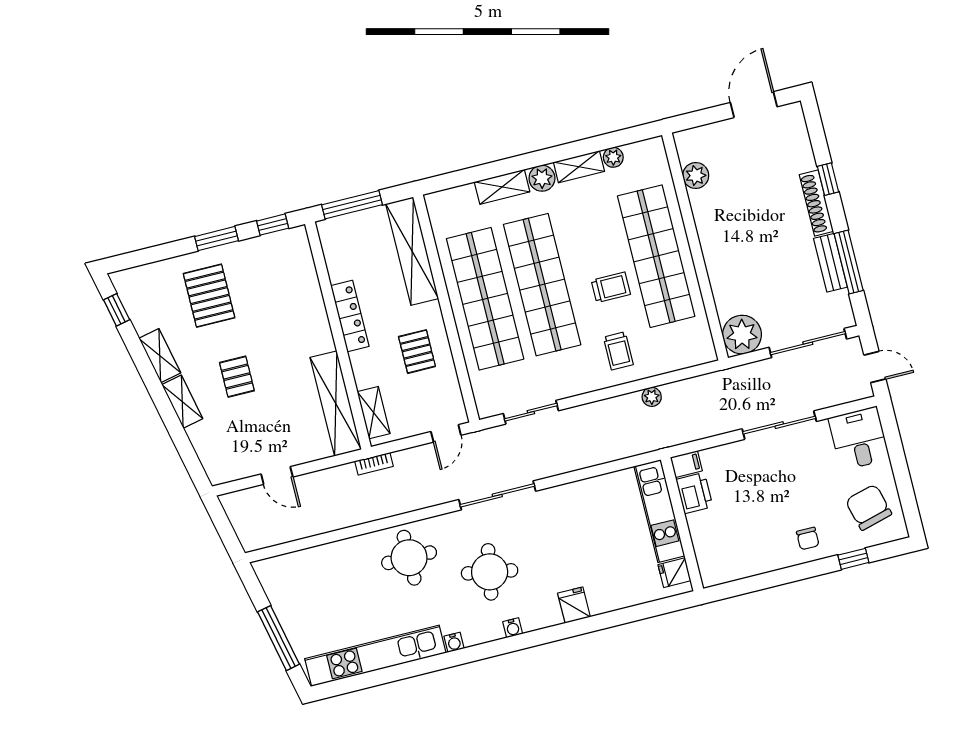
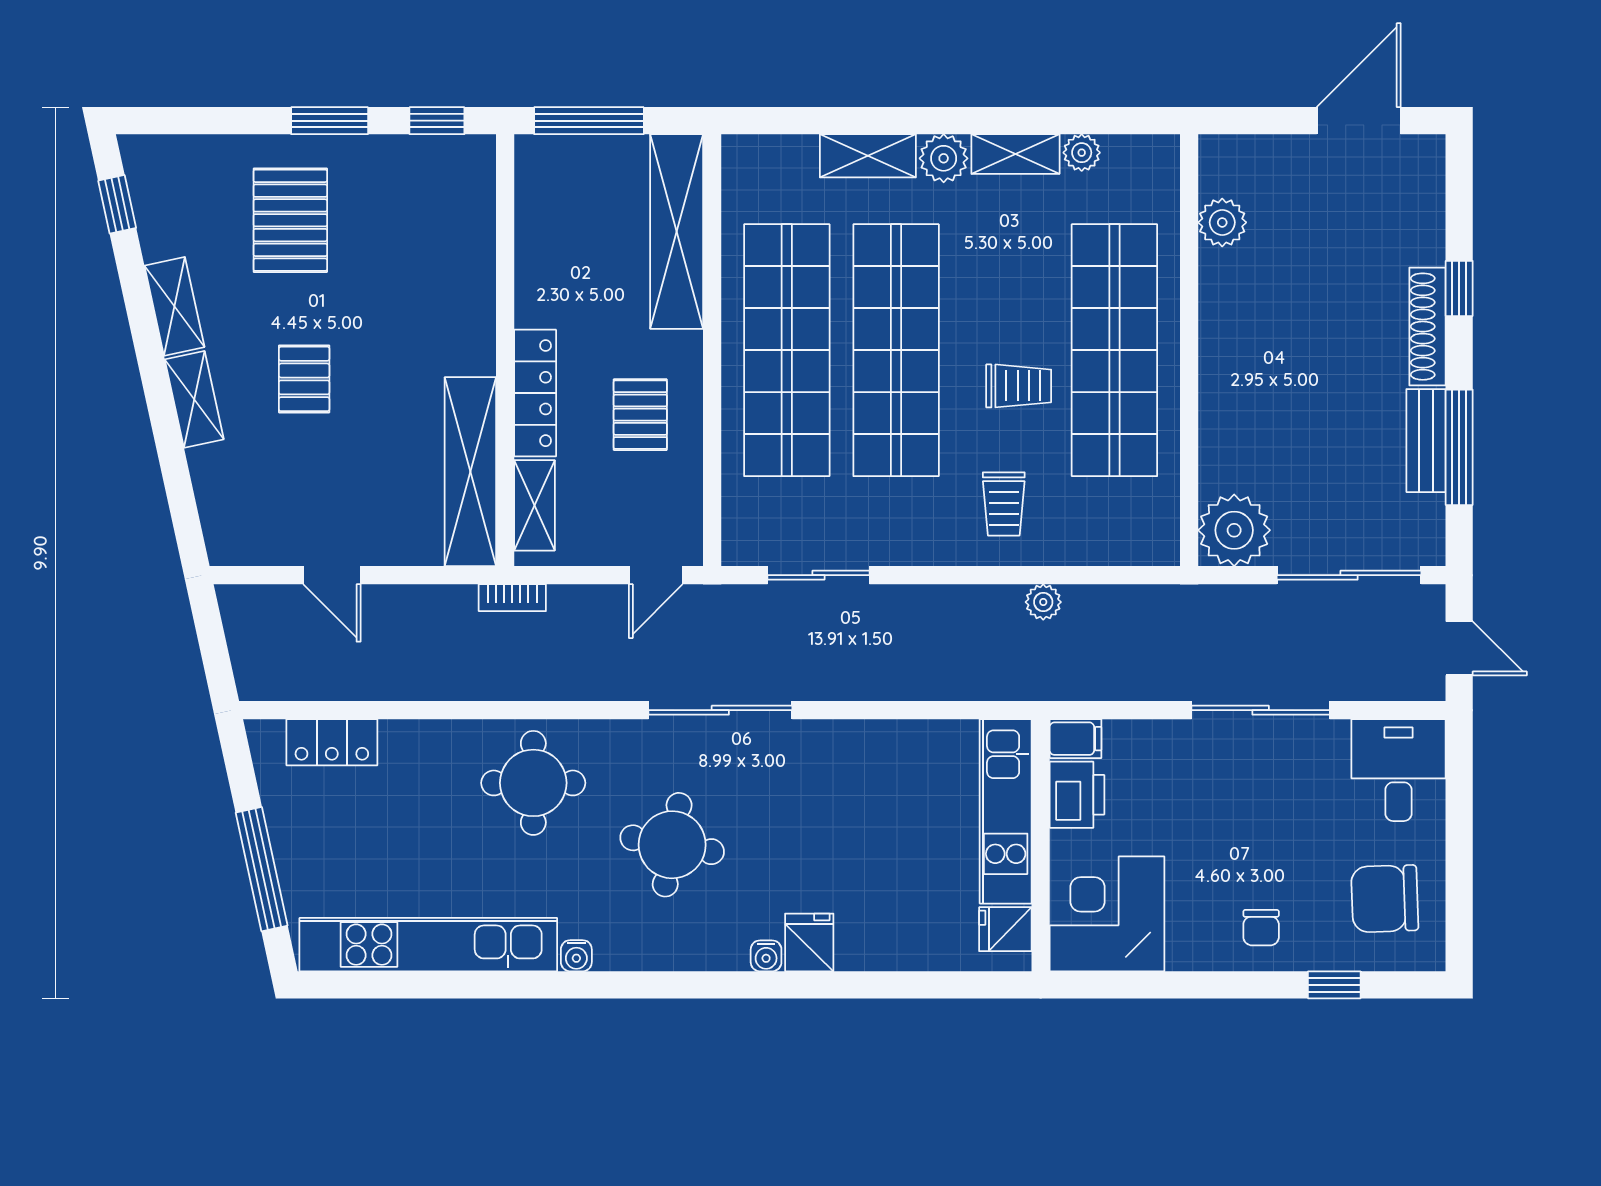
locker: (350, 316) -> (535, 393), moved
chair: (869, 507) -> (1385, 899), turned -77
corner desk: (726, 551) -> (1107, 914), added
locker: (299, 563) -> (332, 742), added
water cooler: (513, 628) -> (766, 956), moved

